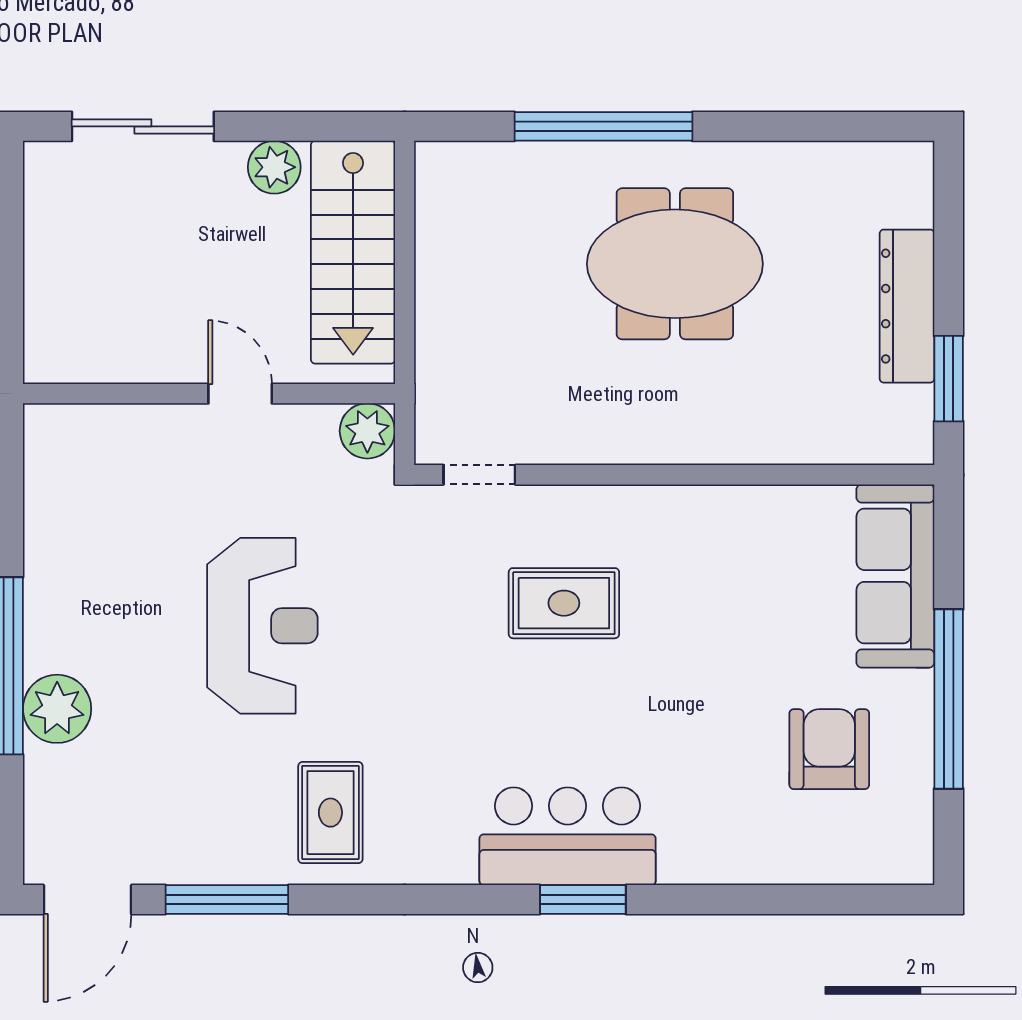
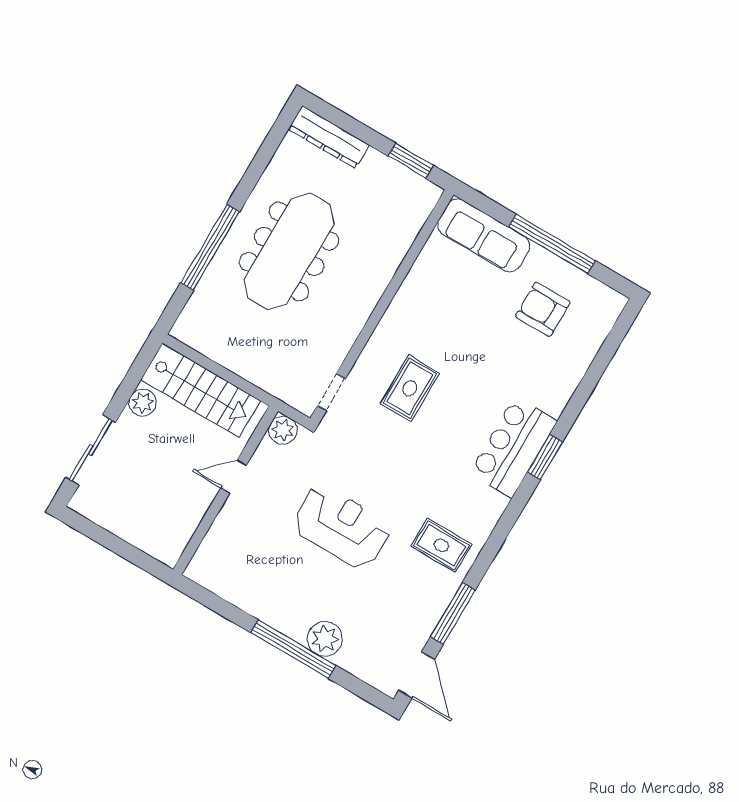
meeting table: (675, 264) -> (289, 251), width x1.36
dresser: (907, 306) -> (329, 137), moved

